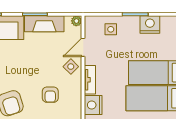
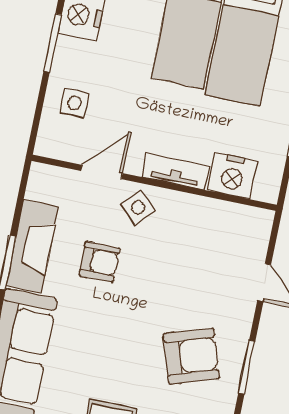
plant: (76, 21) -> (41, 175), removed
door: (83, 47) -> (102, 172), swing flipped
armchair: (50, 95) -> (99, 262), moved

